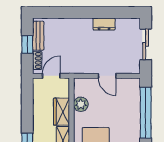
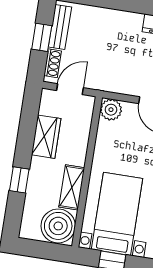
plant: (81, 104) -> (111, 110), moved
wardrobe: (62, 112) -> (46, 137), moved, turned 180

